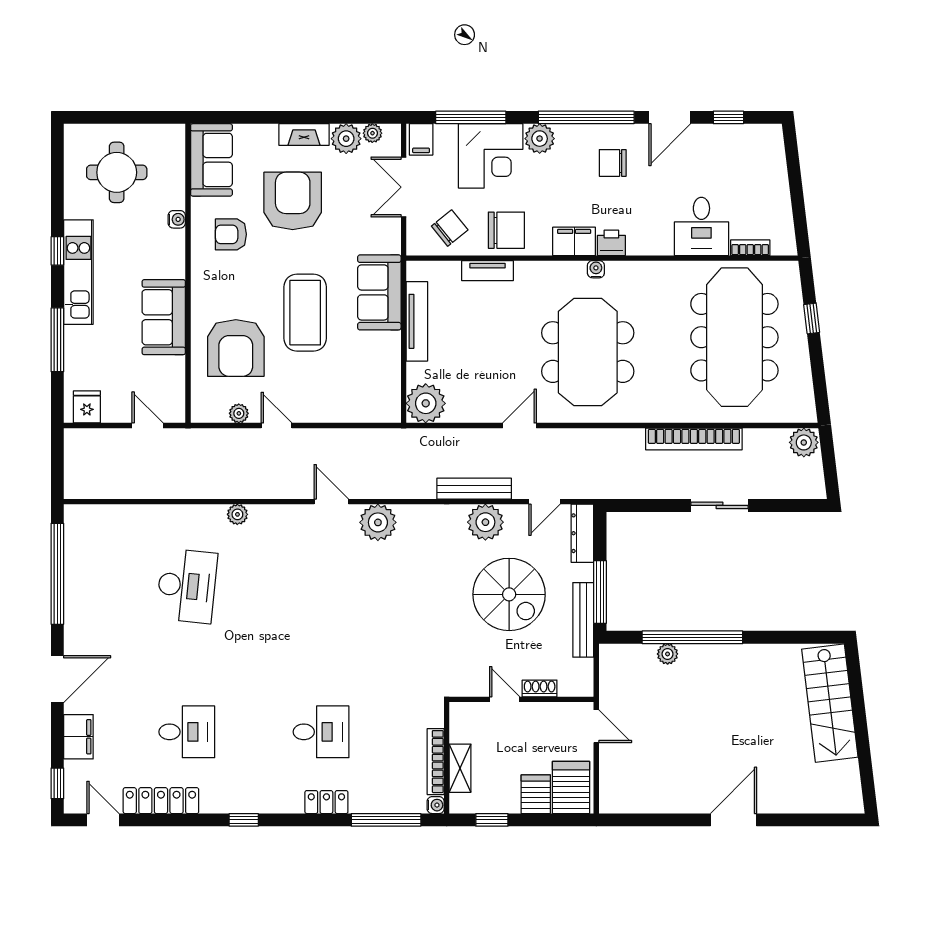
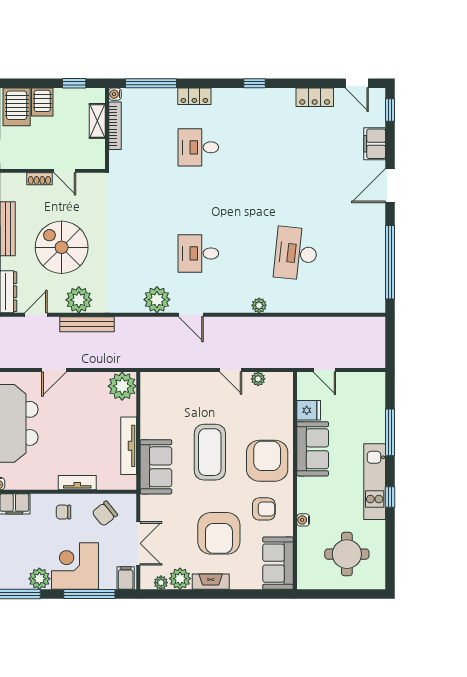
chair: (506, 230) -> (64, 512), width x0.54, depth x0.54
armchair: (236, 348) -> (267, 461), moved
fridge: (87, 407) -> (309, 410), moved, turned -90
desk: (187, 732) -> (198, 253), moved
locker: (161, 801) -> (315, 97), width x0.66

